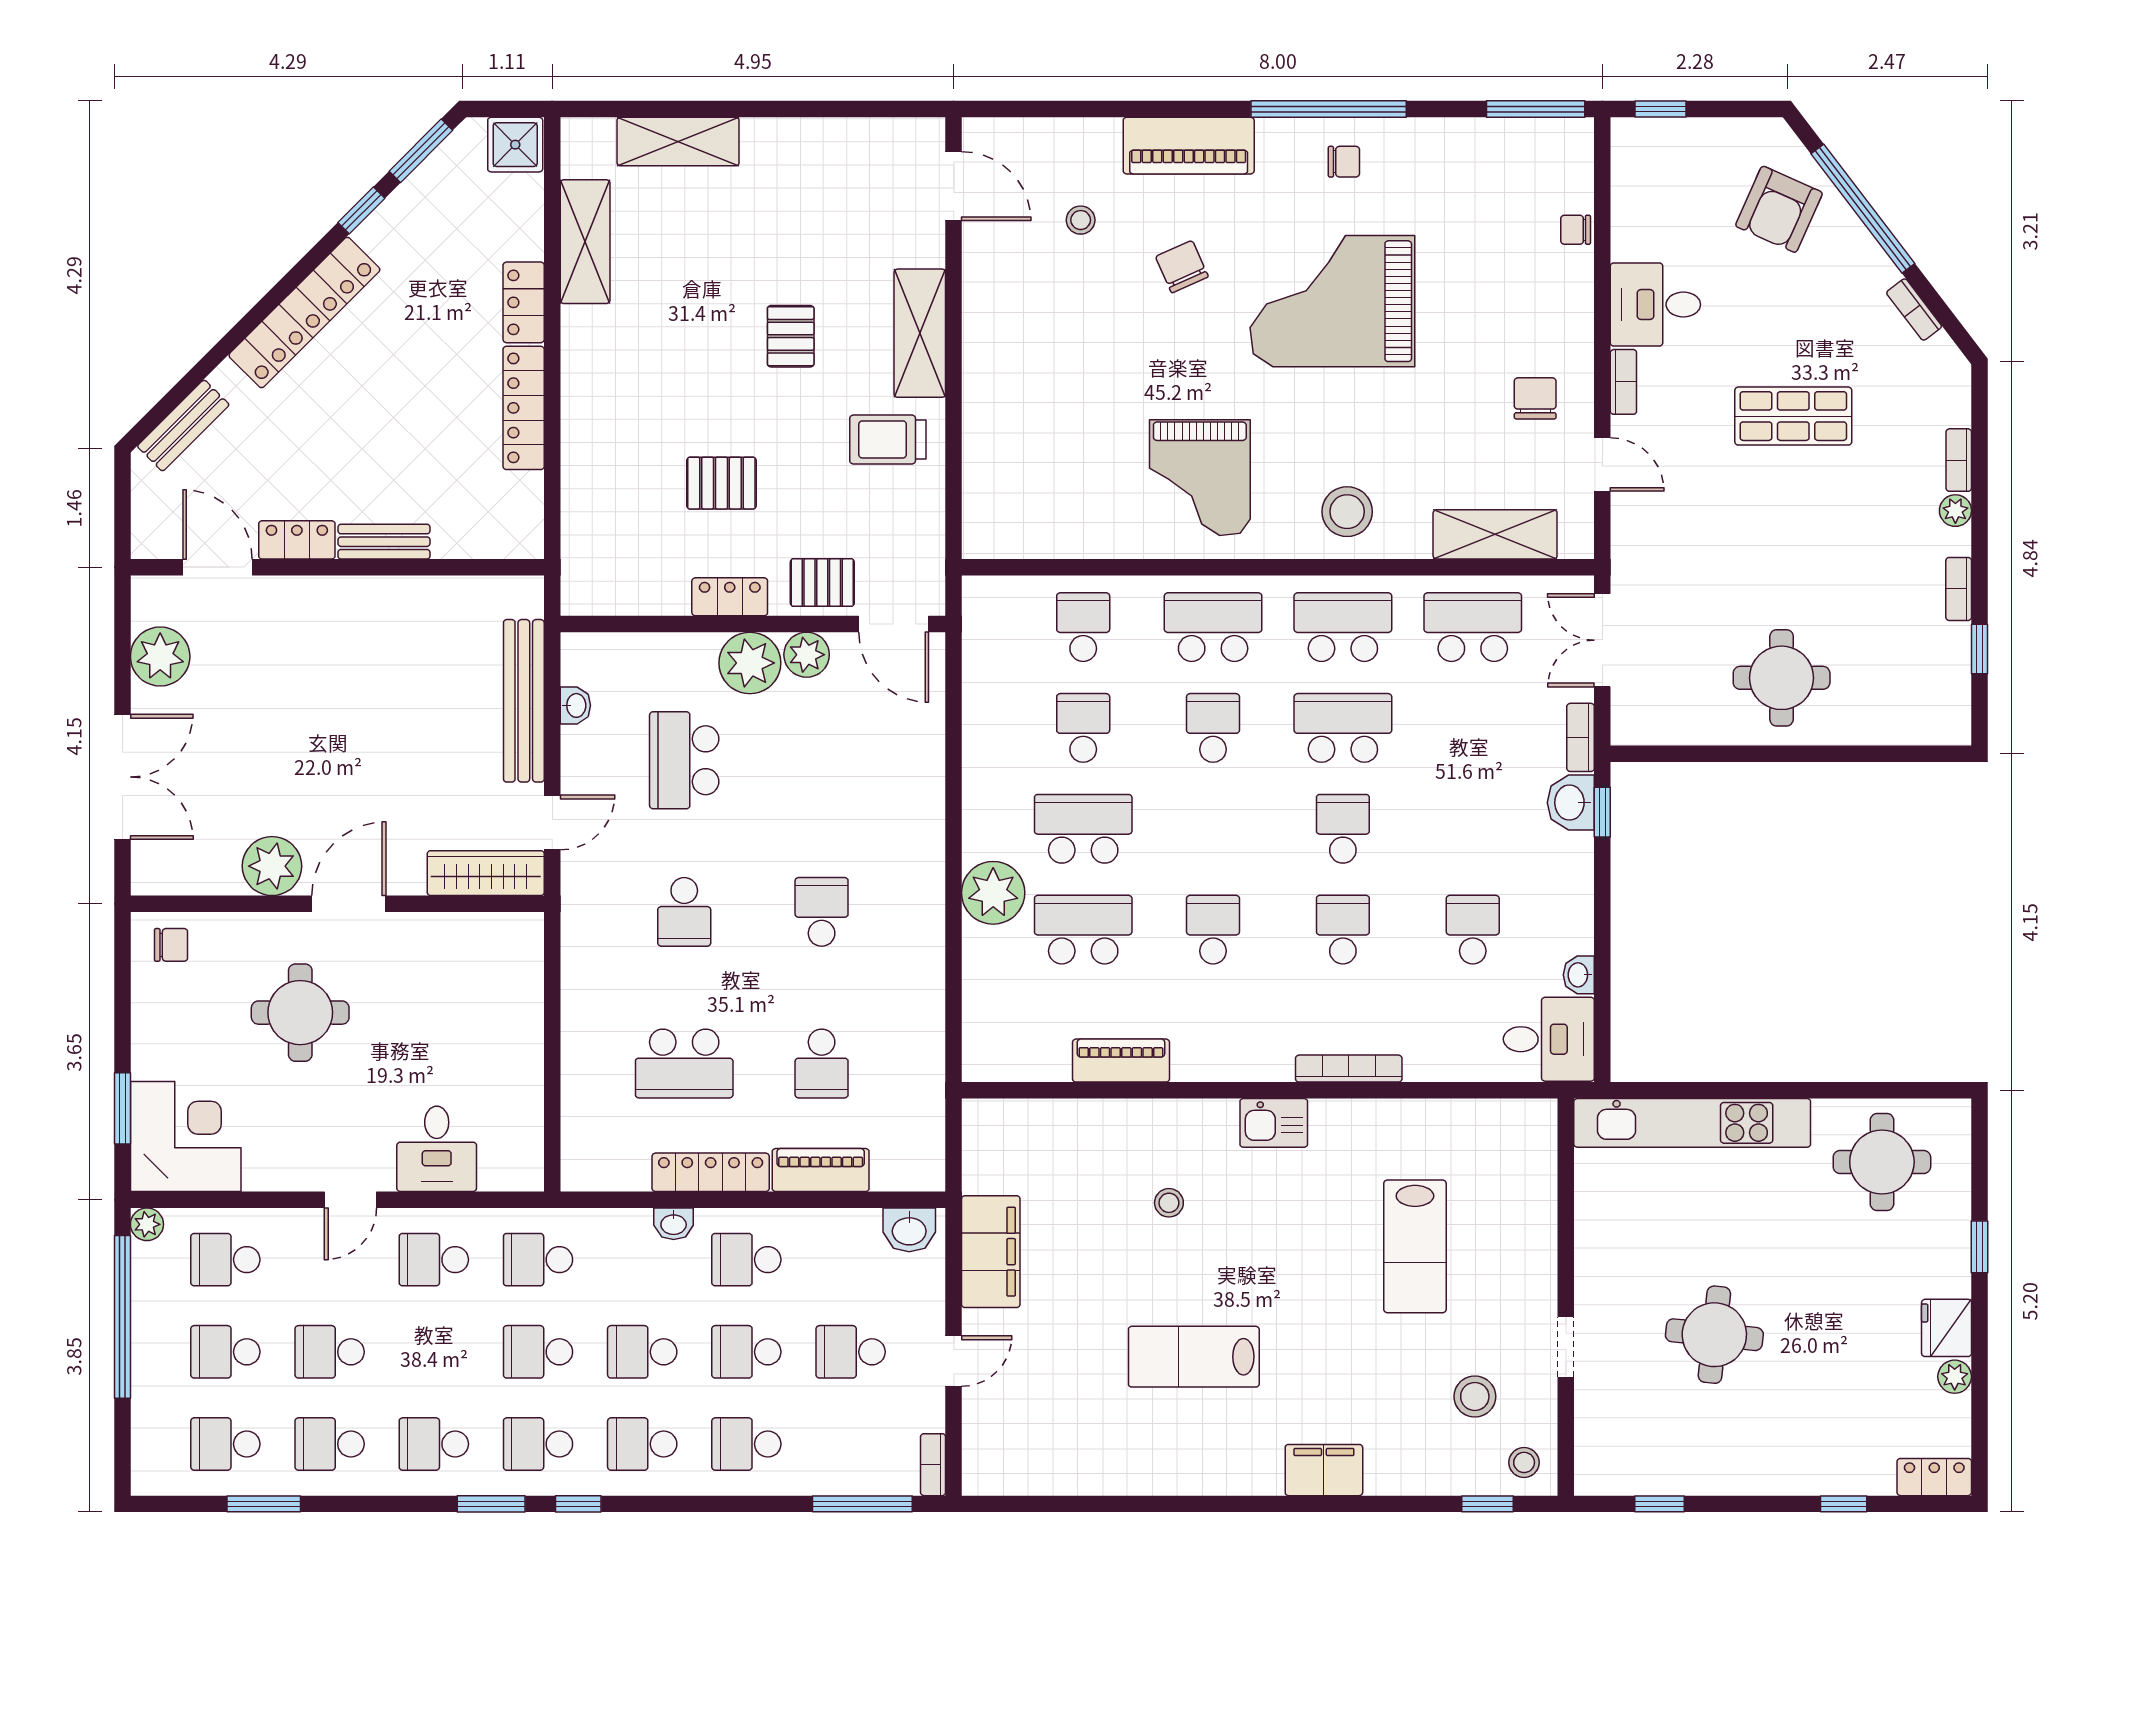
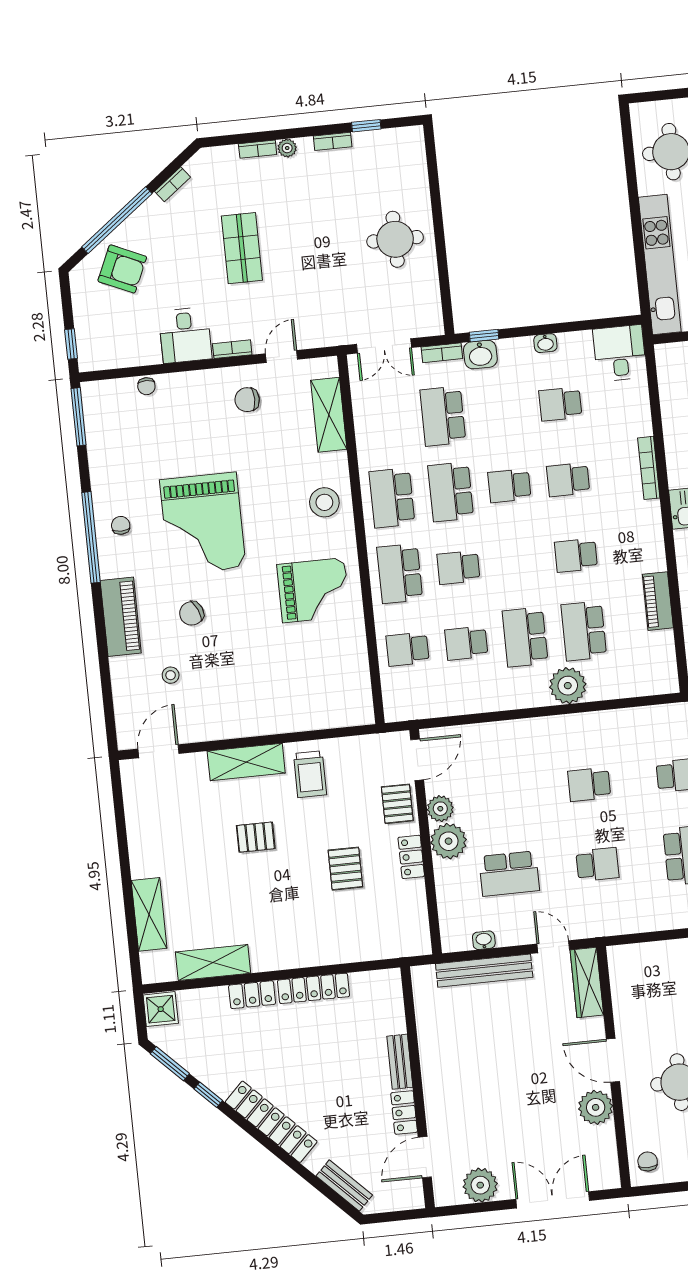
school desk: (1473, 627) -> (443, 416), moved
washbasin: (1579, 975) -> (545, 343), moved

